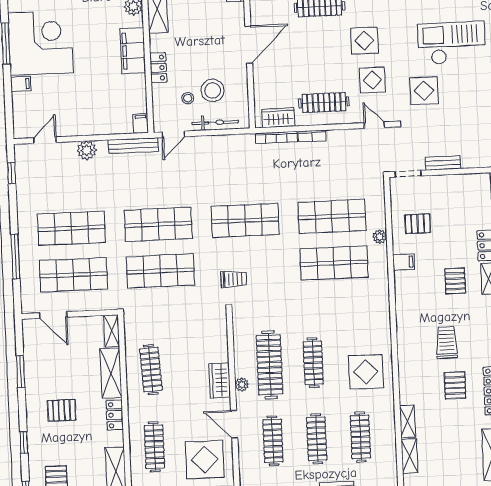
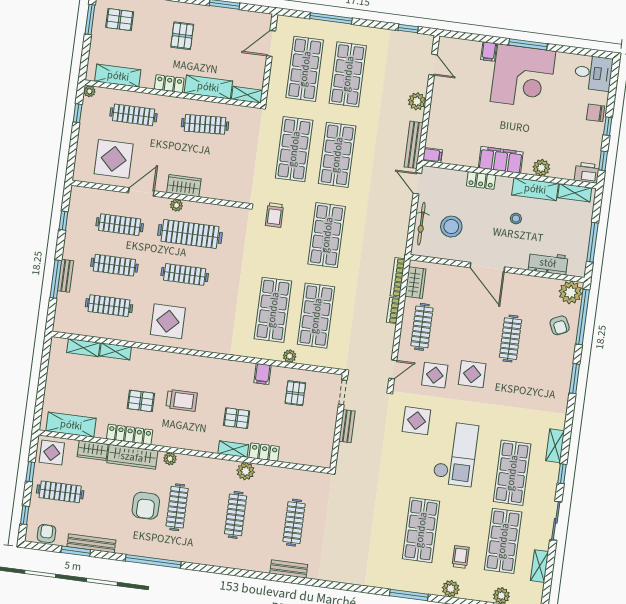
stool: (188, 98) -> (516, 219), moved

